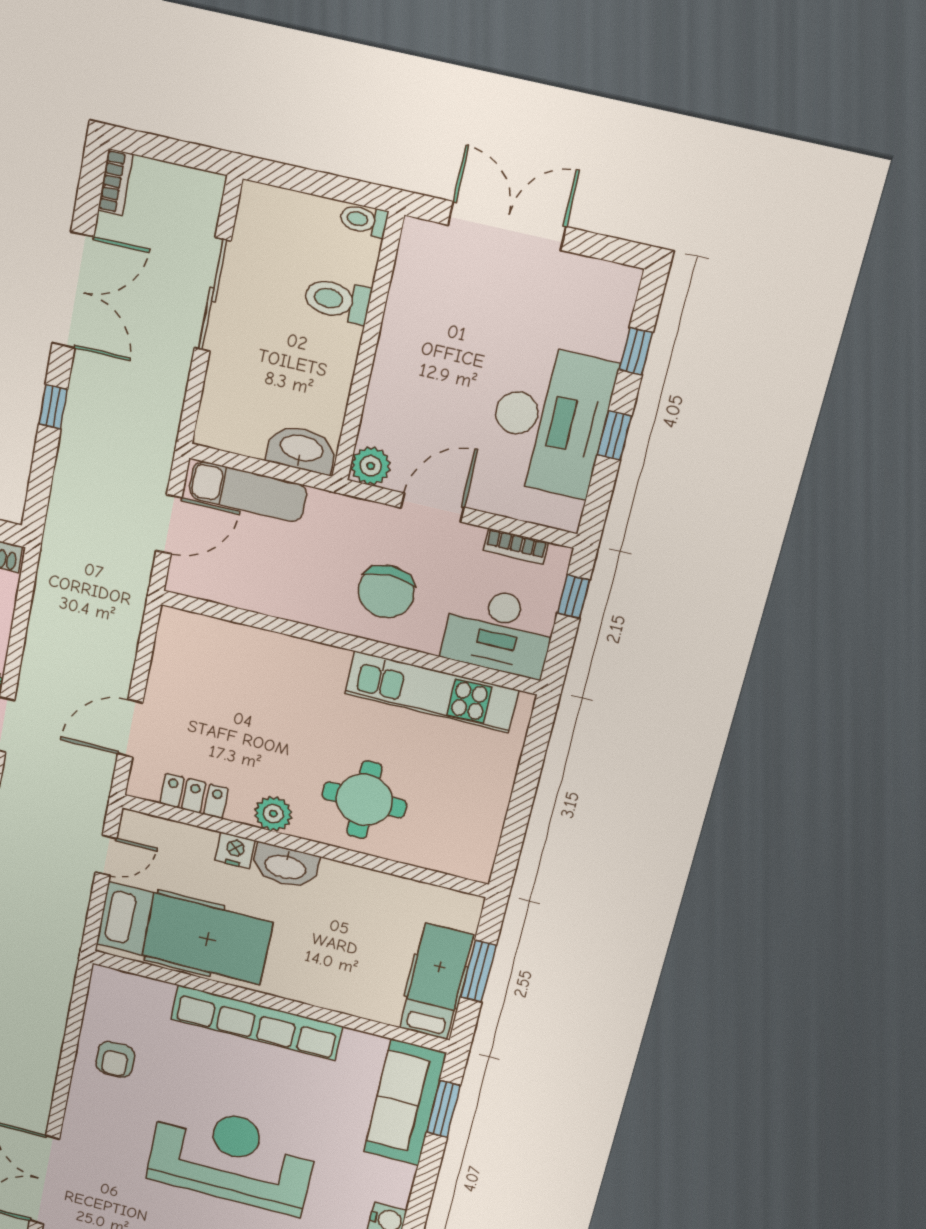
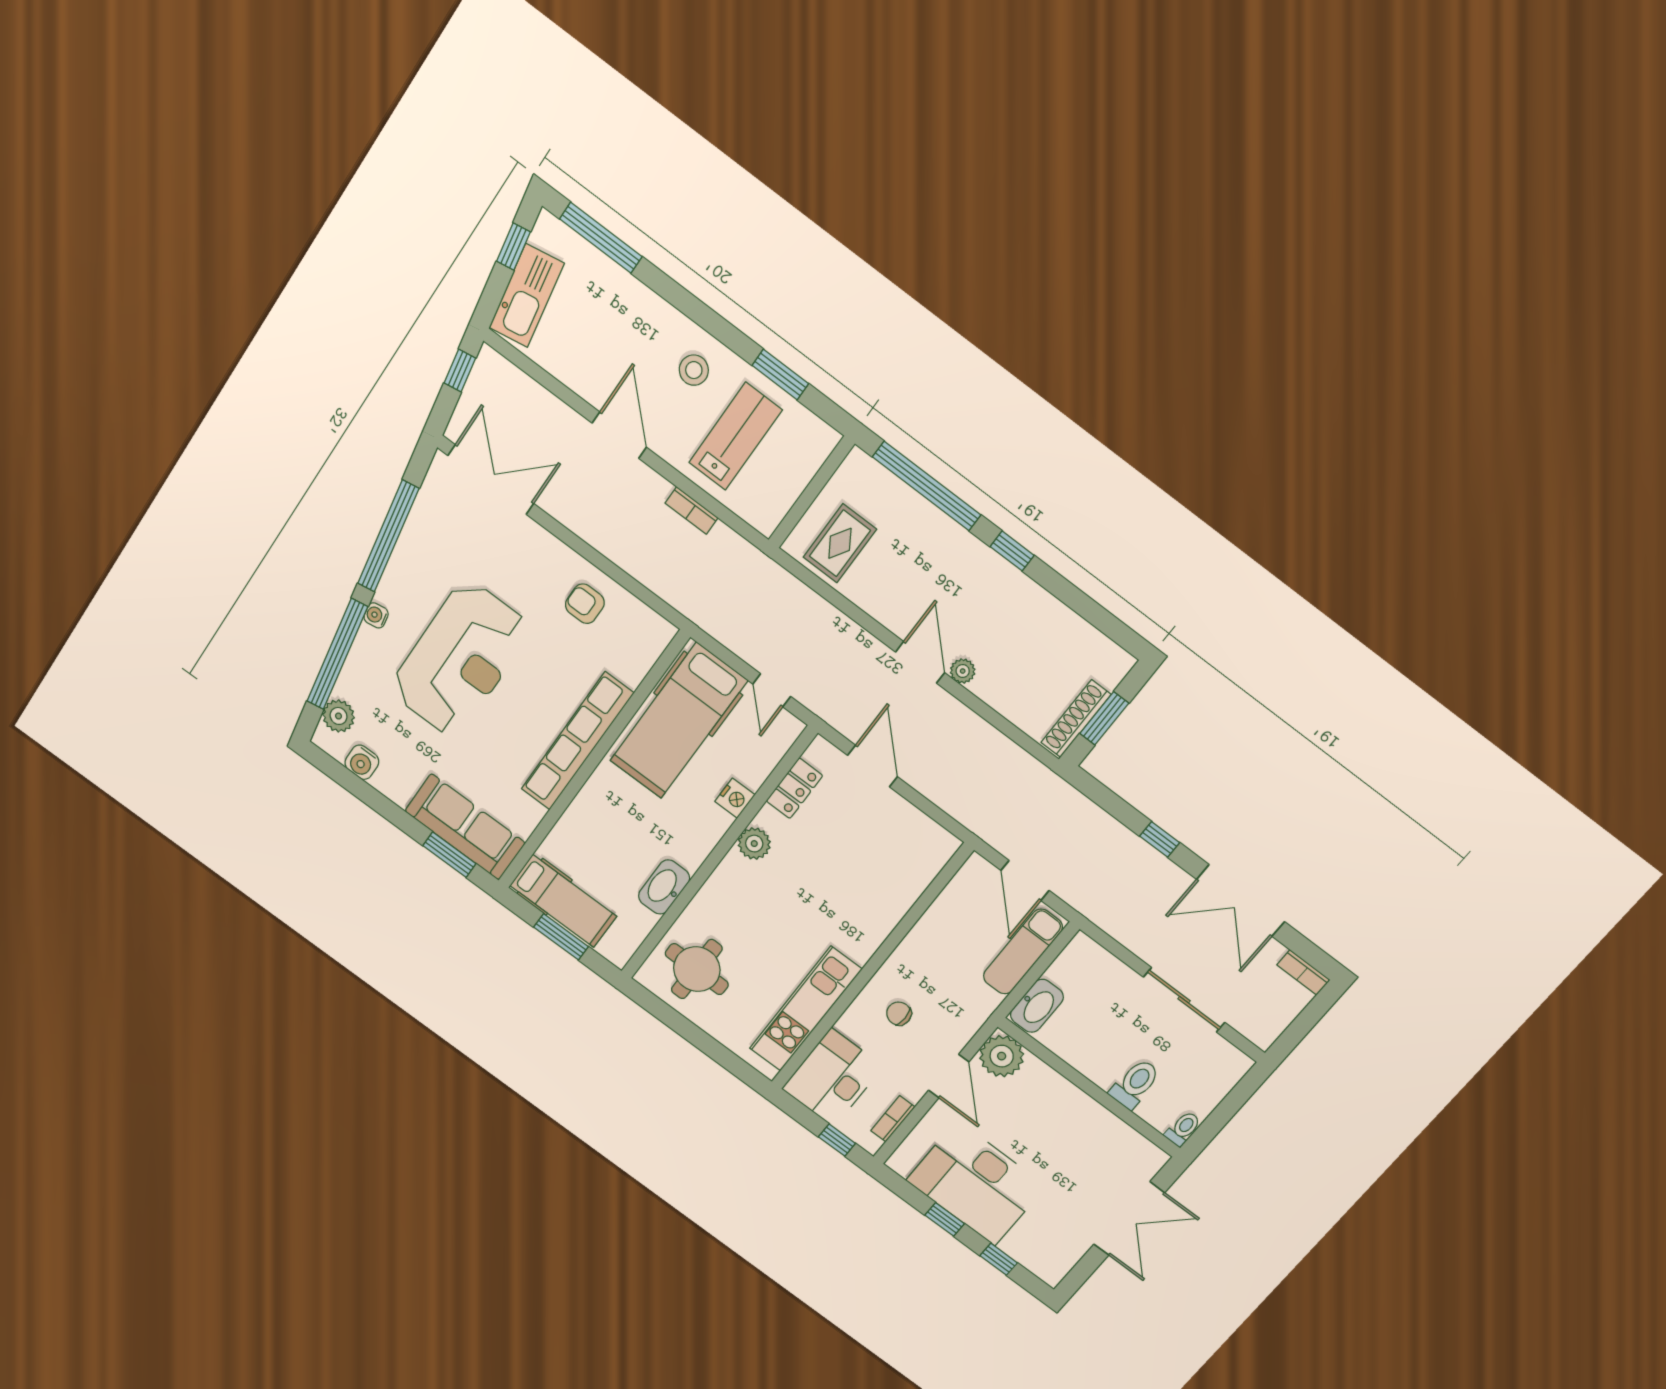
plant: (371, 466) -> (1002, 1056), width x1.36, depth x1.36
chair: (386, 592) -> (899, 1014), width x0.54, depth x0.54
round table: (364, 800) -> (697, 969), moved
washbasin: (286, 866) -> (664, 887), moved

